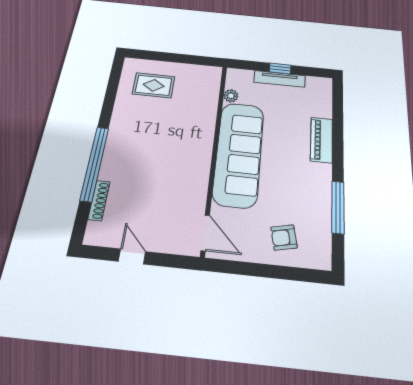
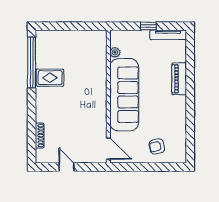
tv unit: (280, 79) -> (168, 35), moved
rug: (154, 85) -> (50, 78), moved
window: (95, 163) -> (32, 63), moved
window: (338, 207) -> (190, 124), removed

